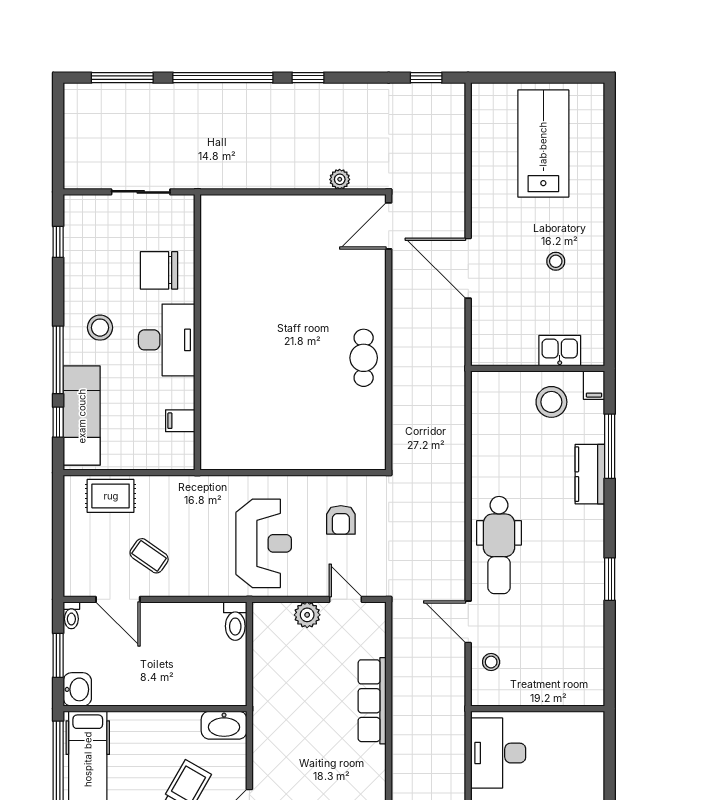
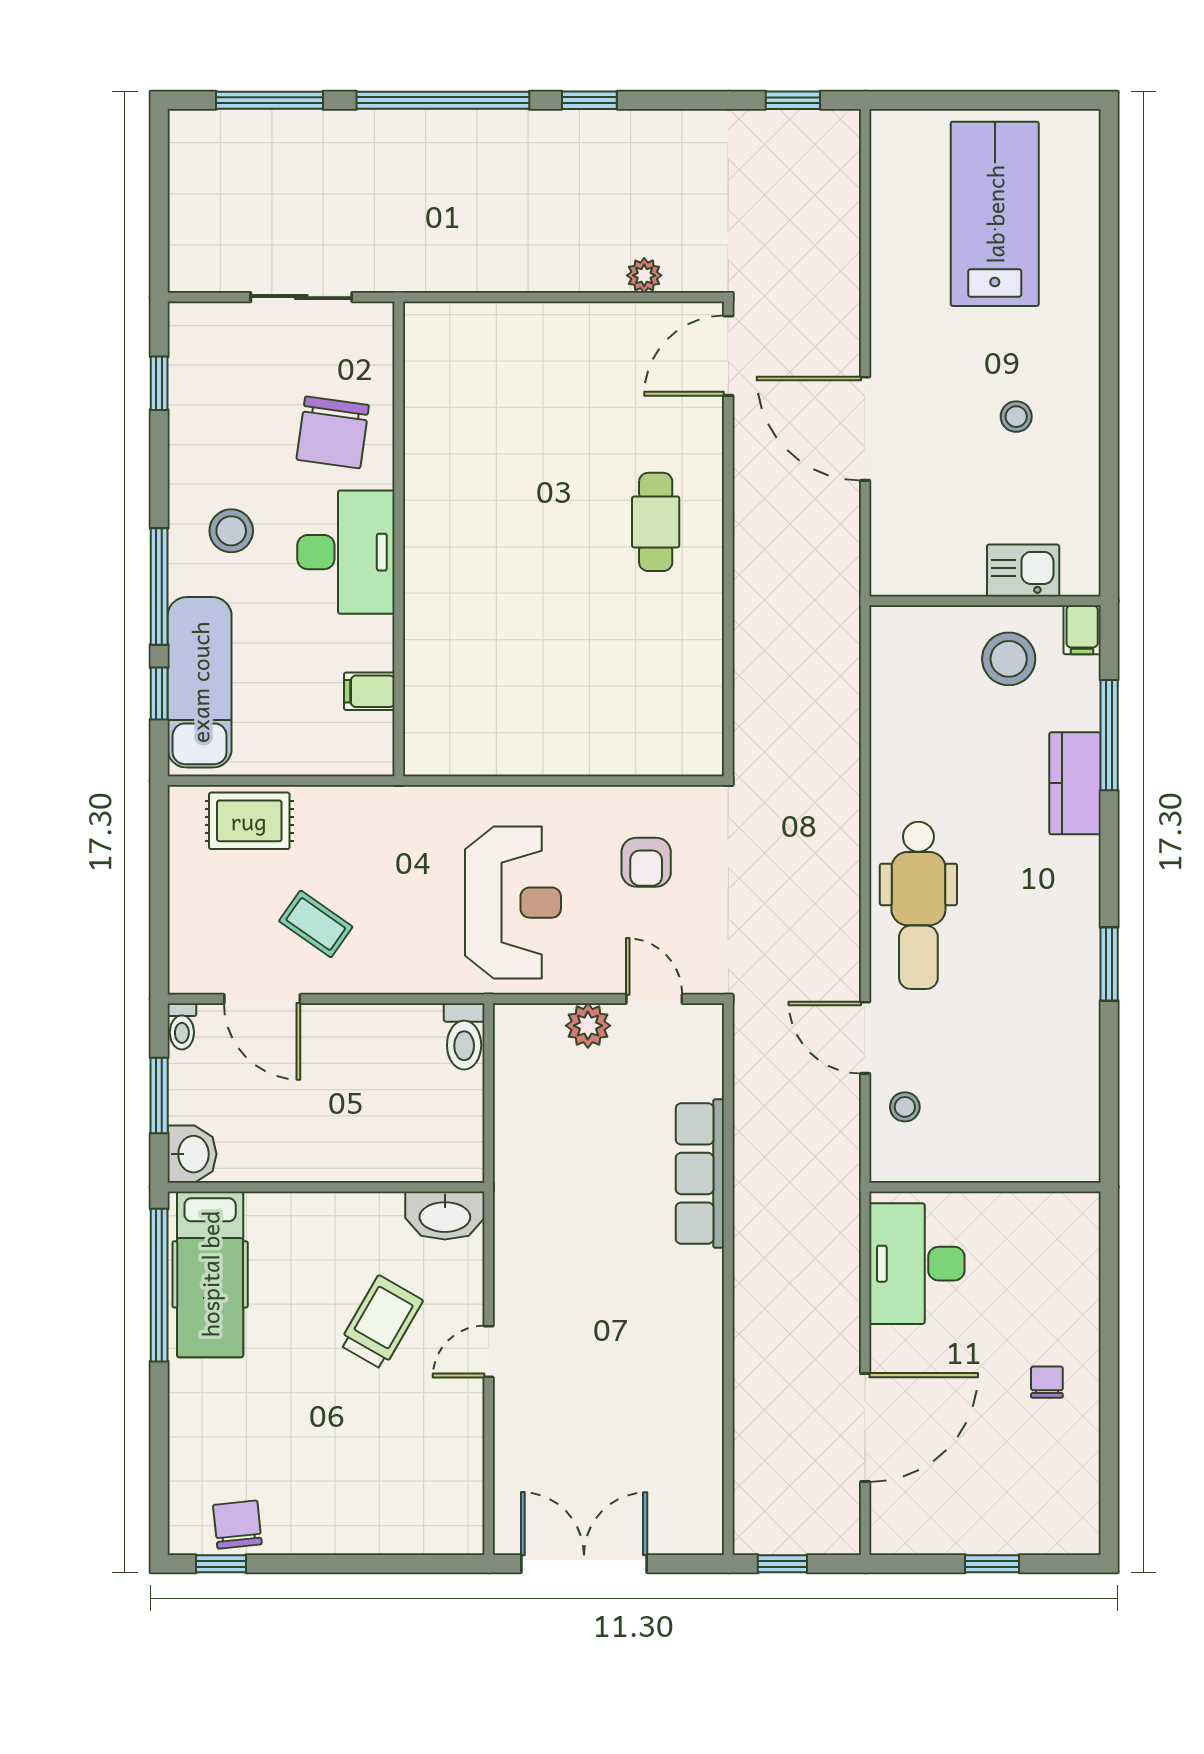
chair: (159, 270) -> (333, 432), turned -82
cafe table: (364, 358) -> (656, 522), moved

